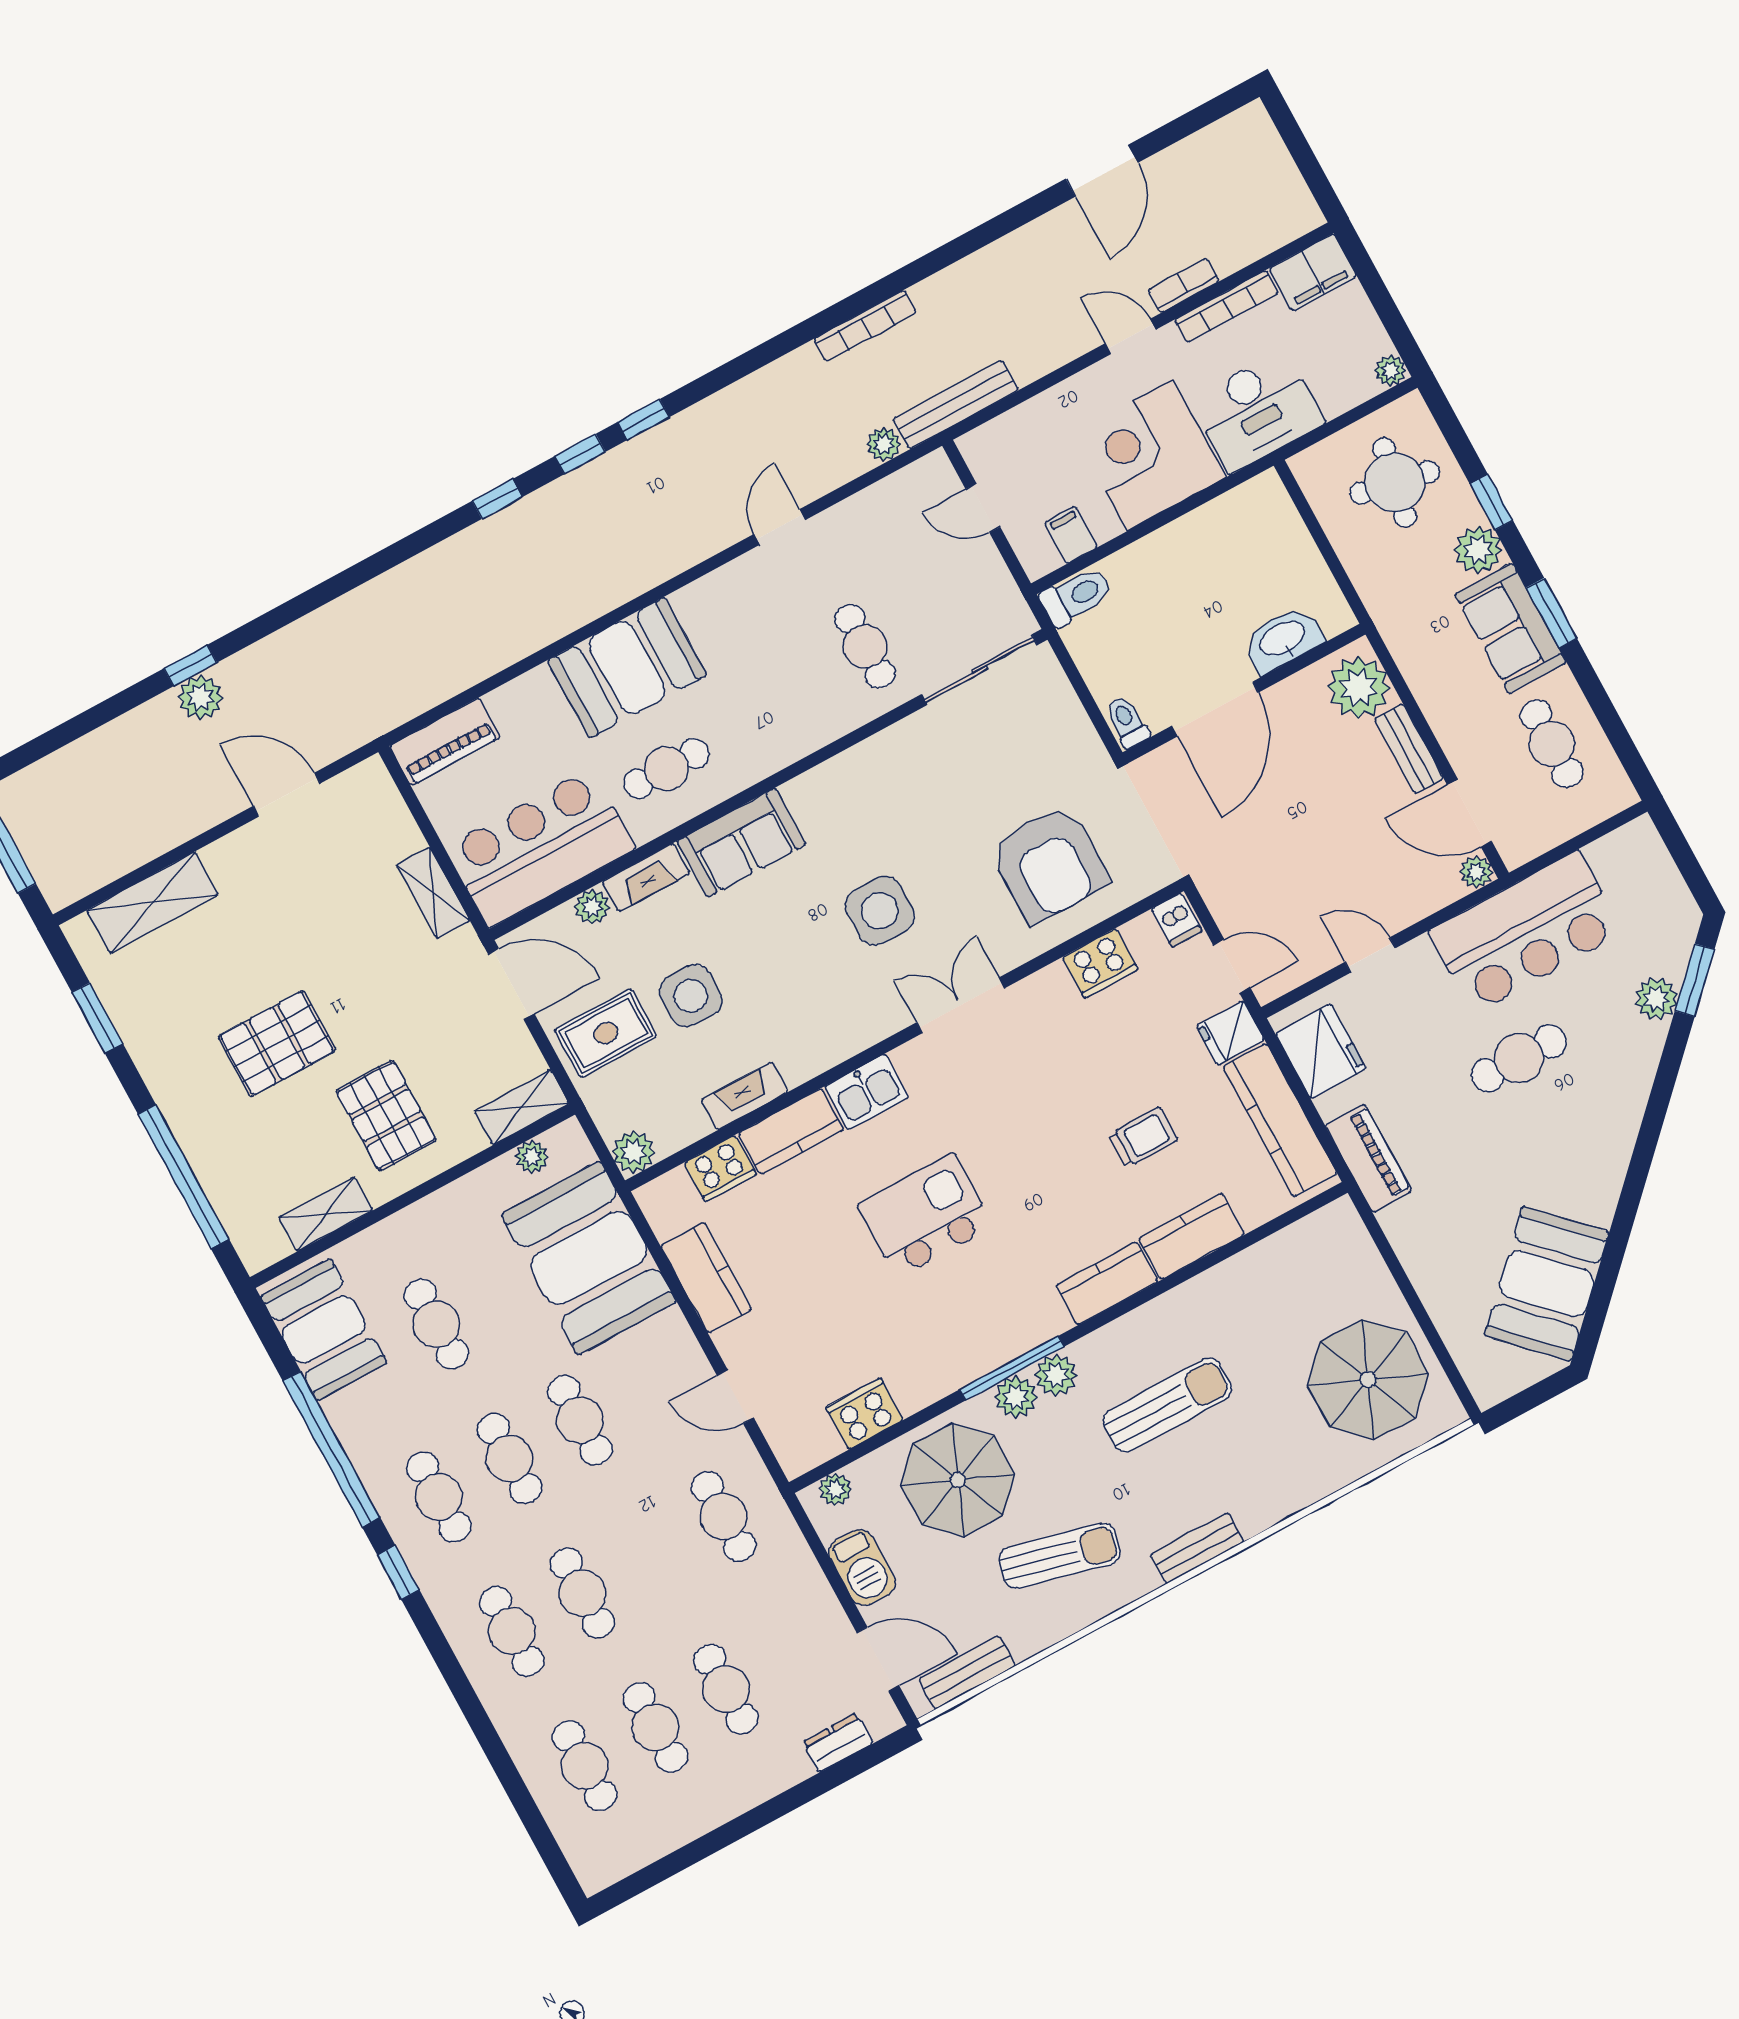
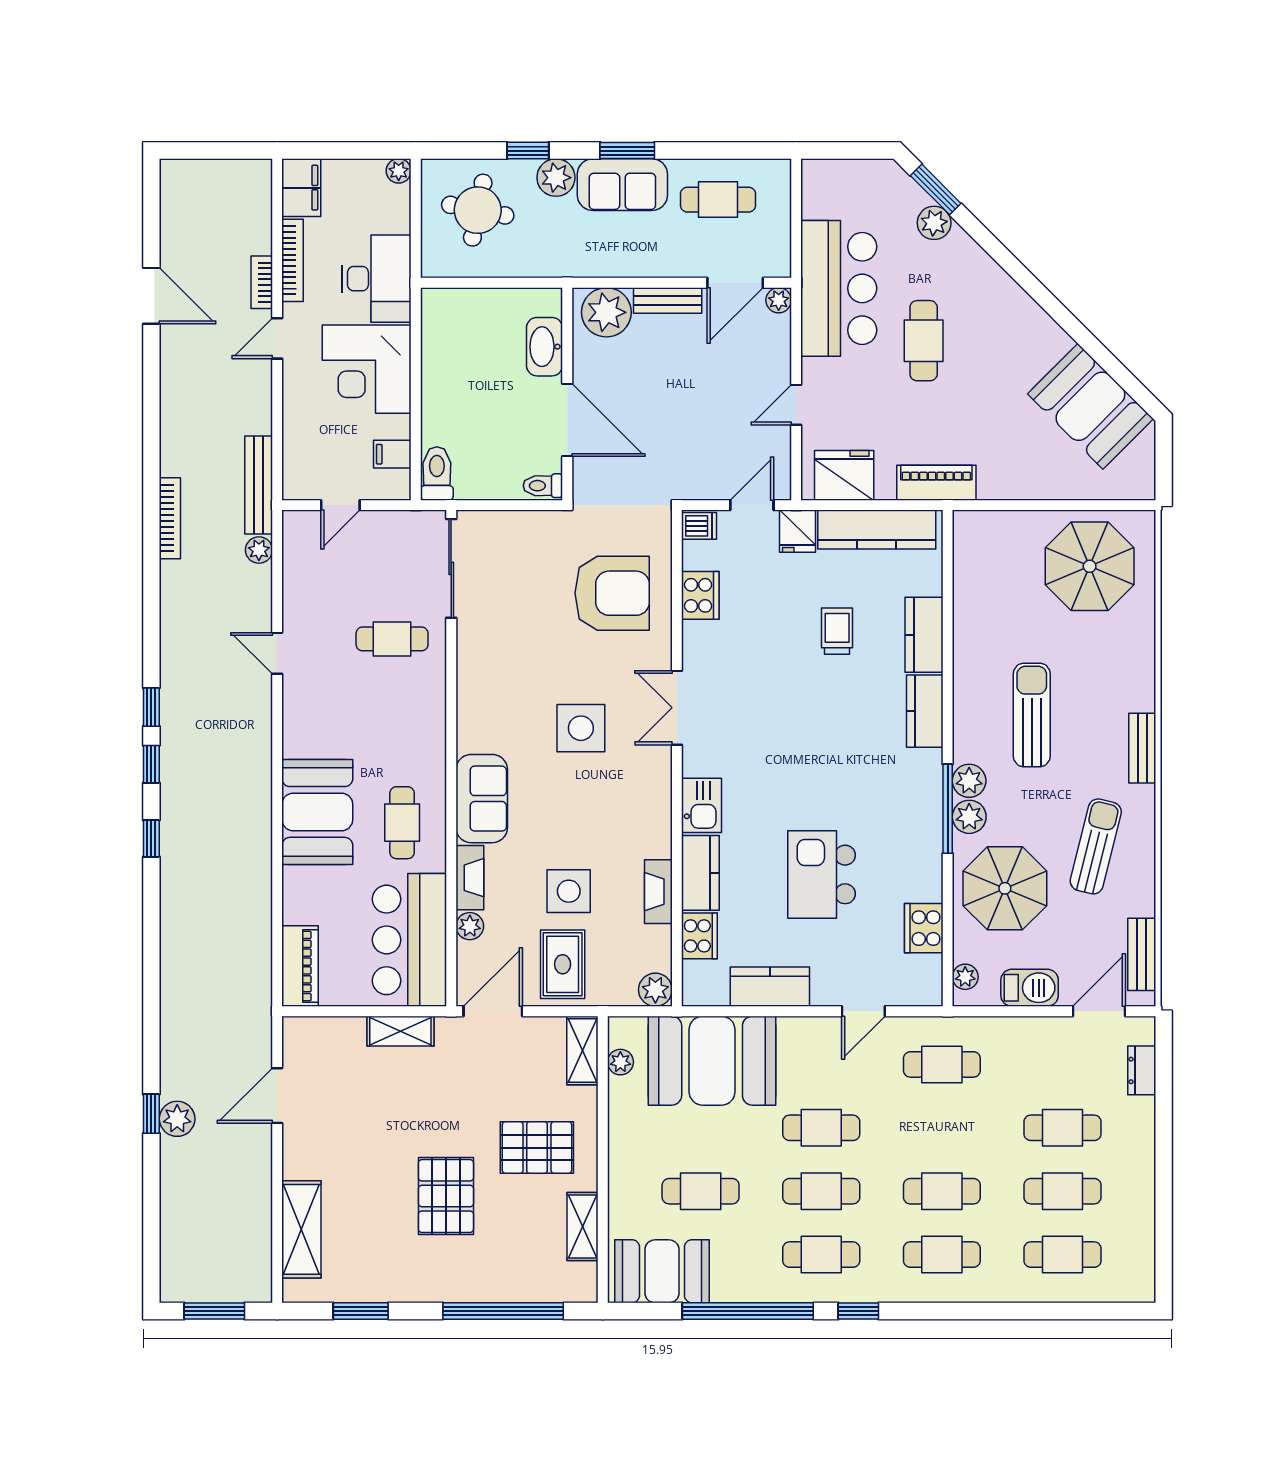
kitchen island: (925, 1216) -> (822, 874), moved

